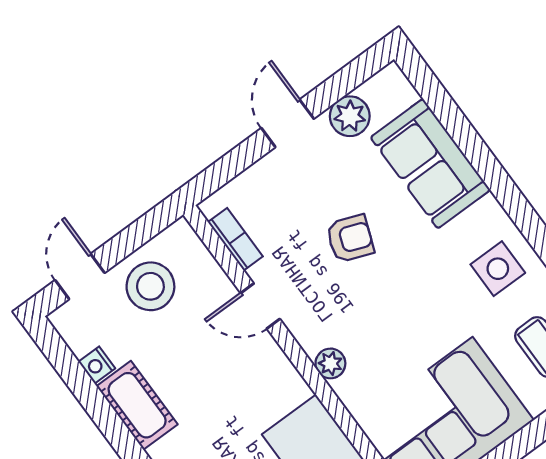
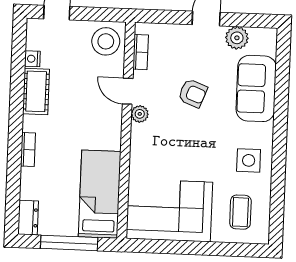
stool: (150, 286) -> (106, 41), moved
plant: (330, 363) -> (140, 114), moved

